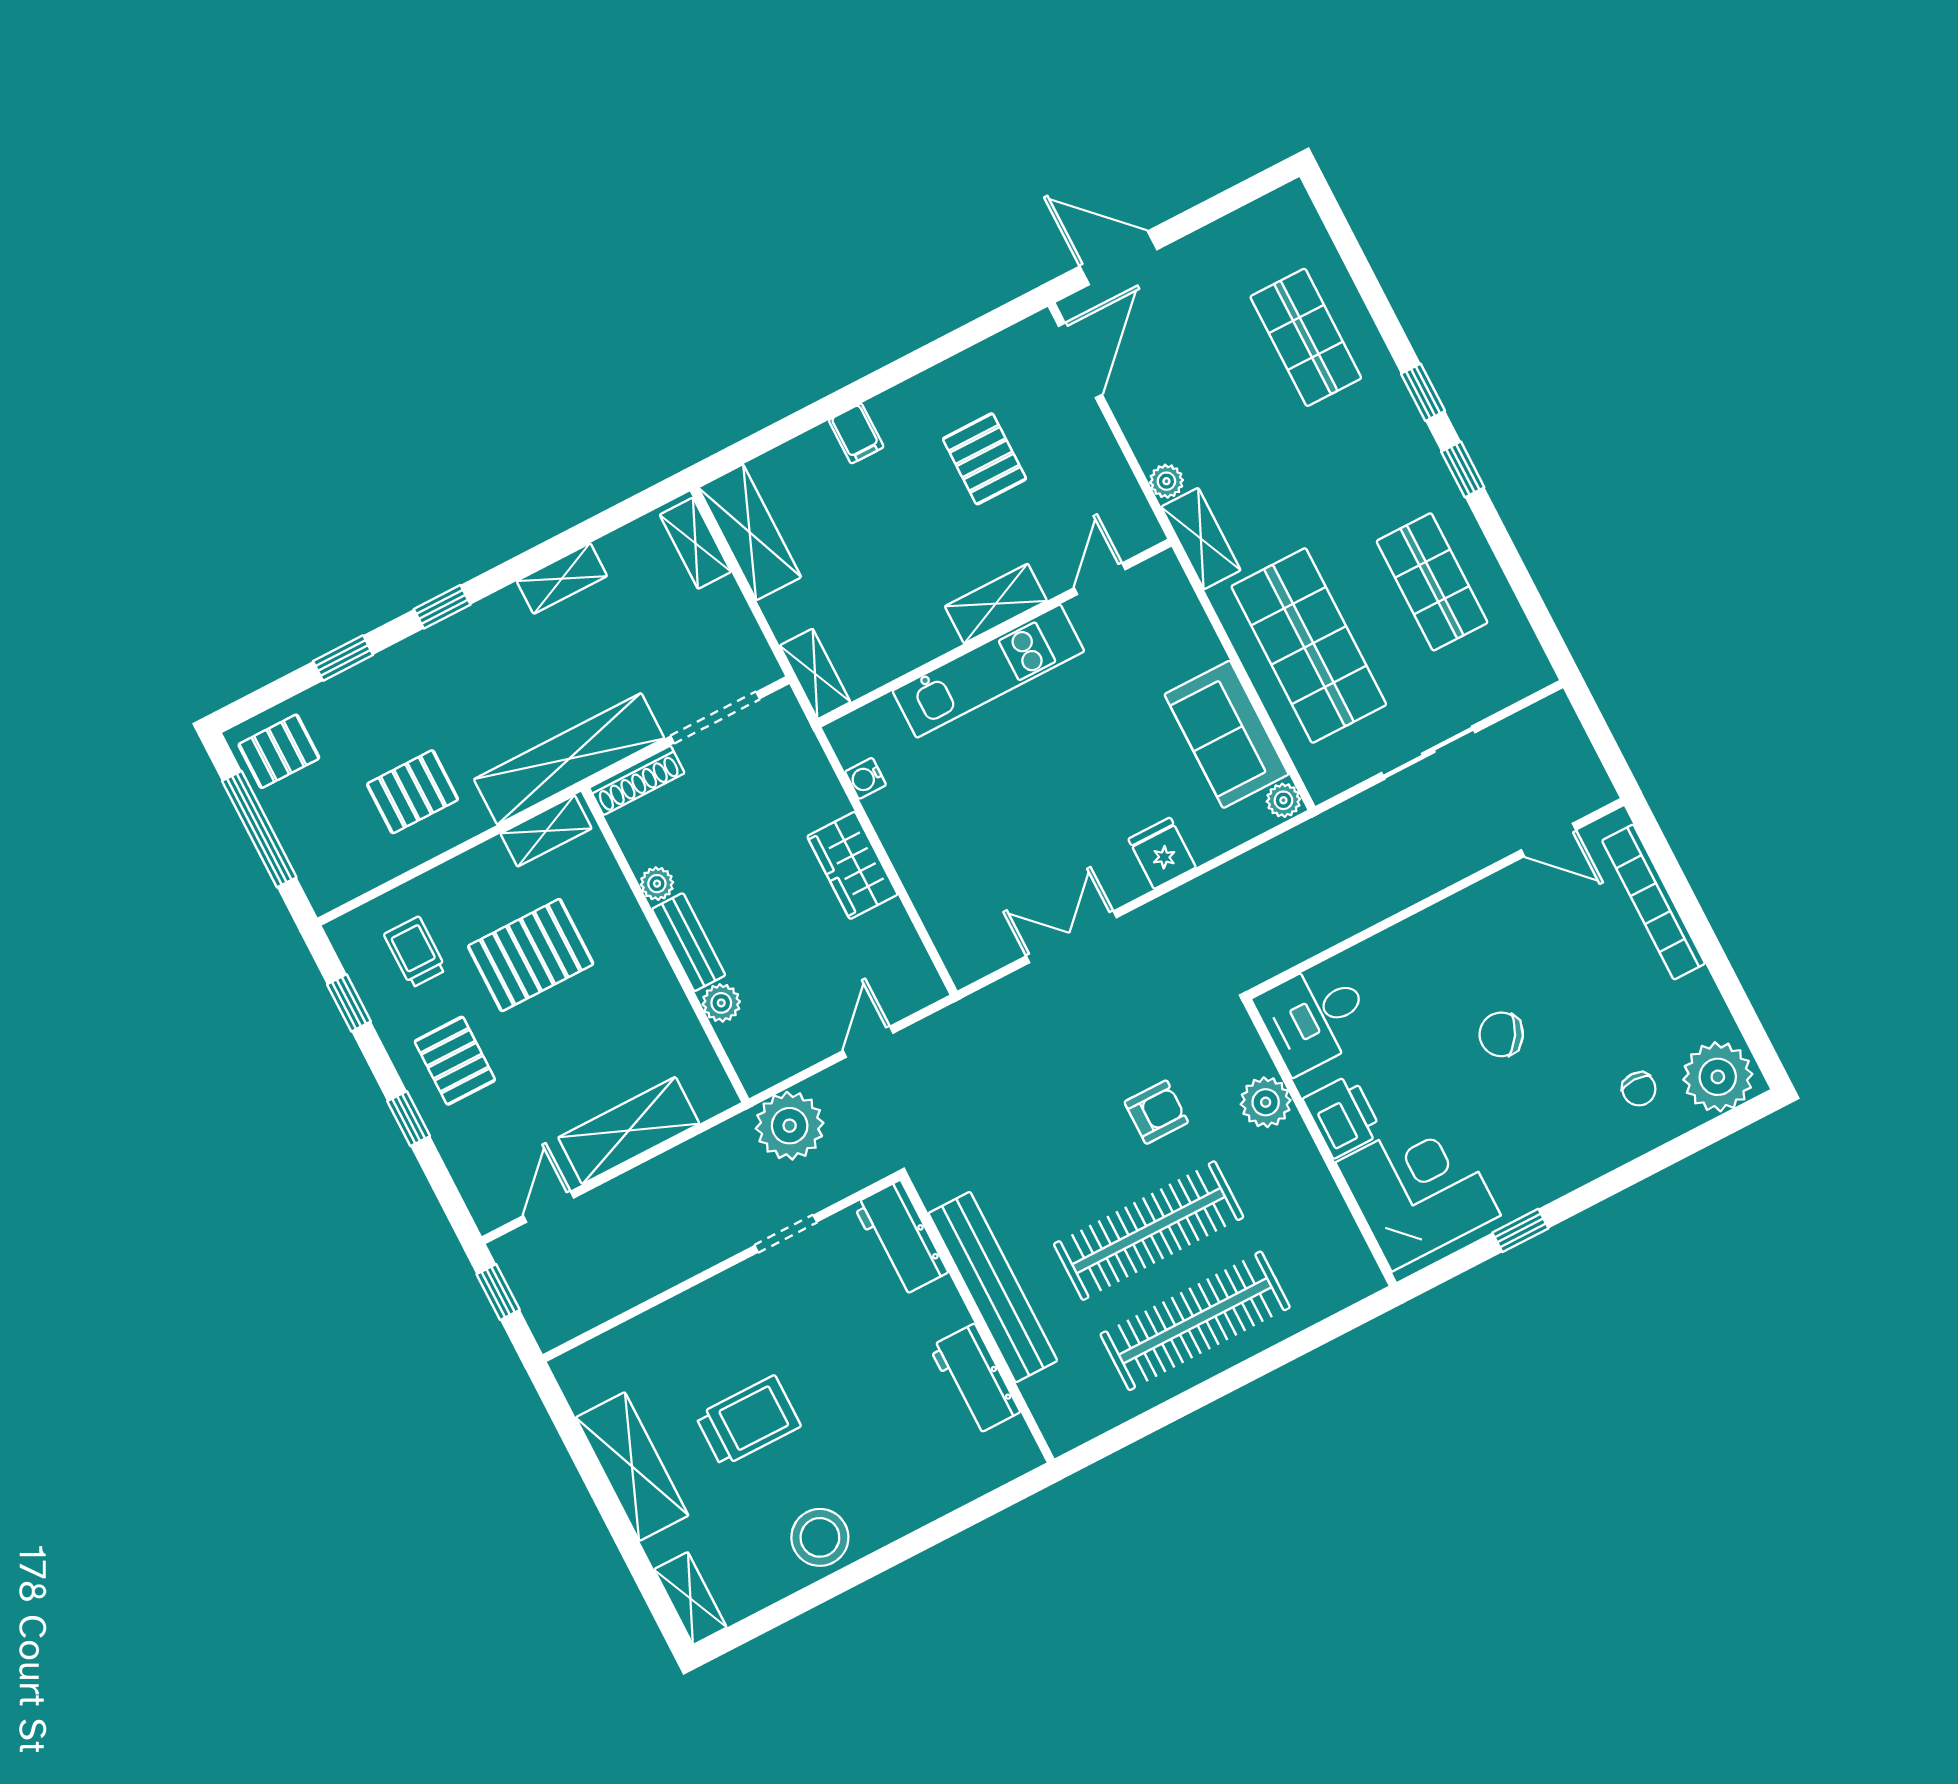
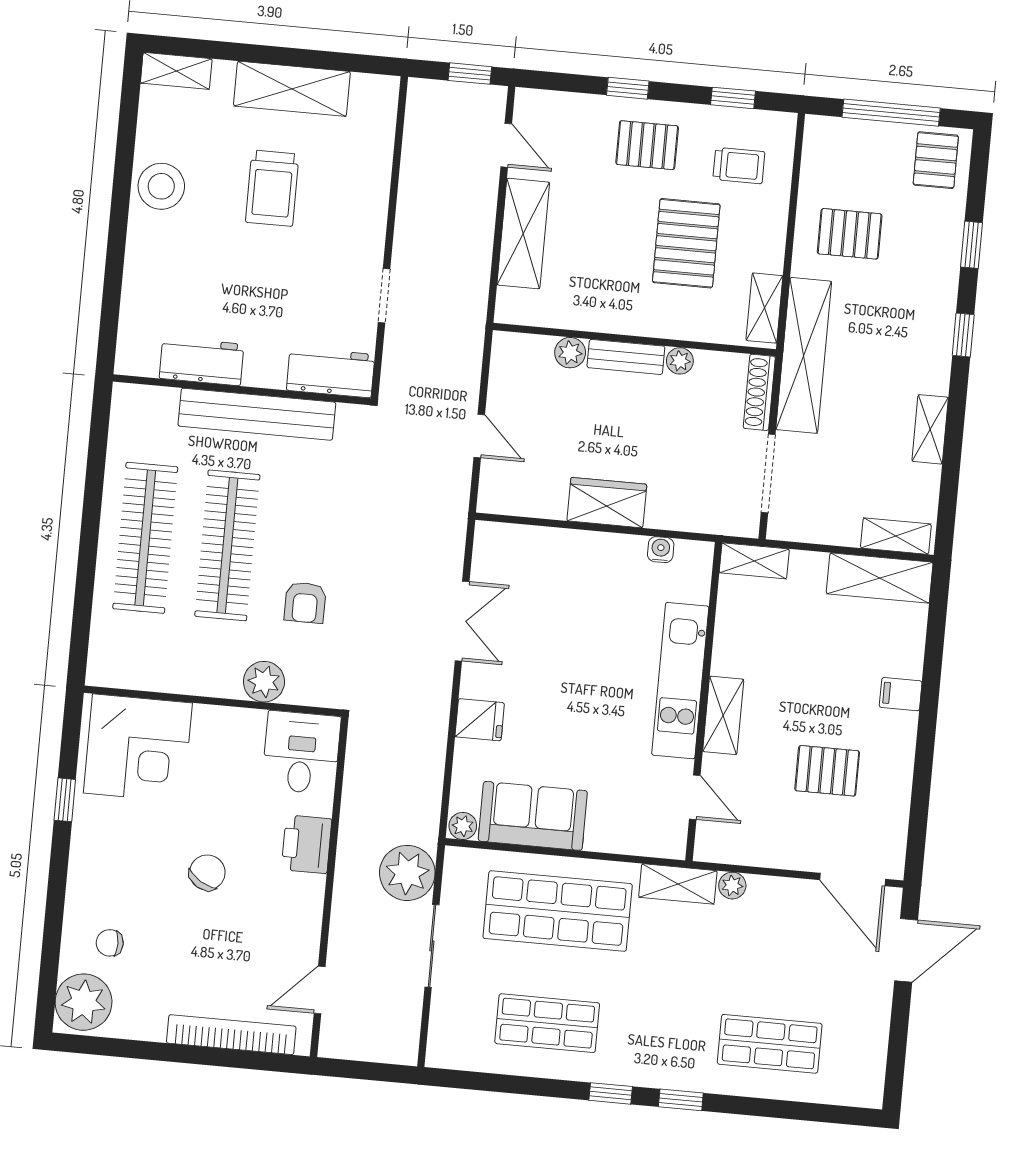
pallet: (413, 792) -> (850, 234), turned 90
printer: (1343, 1116) -> (307, 844), moved, turned 90
plant: (790, 1126) -> (407, 873), moved

